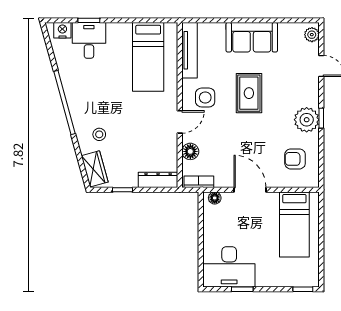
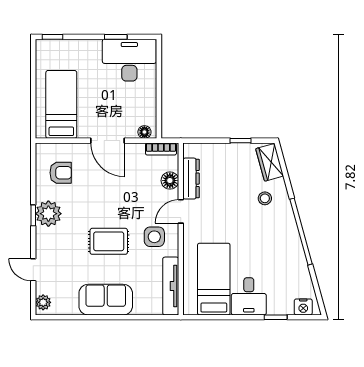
desk: (89, 40) -> (249, 296), moved
rug: (249, 93) -> (109, 241), turned 90
dresser: (158, 180) -> (191, 179), moved, turned -90

